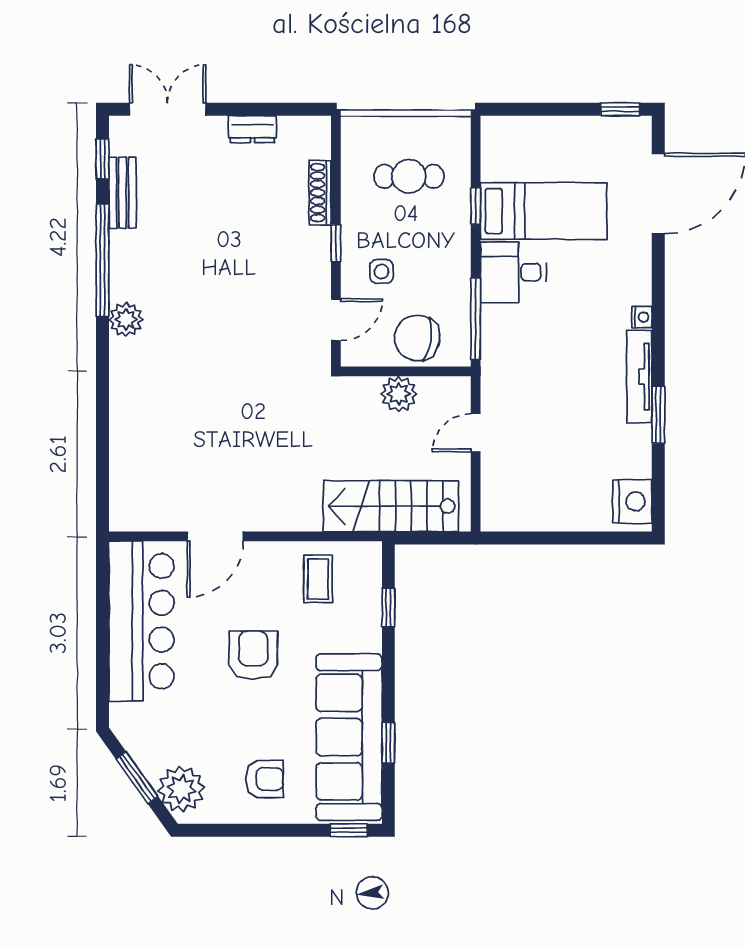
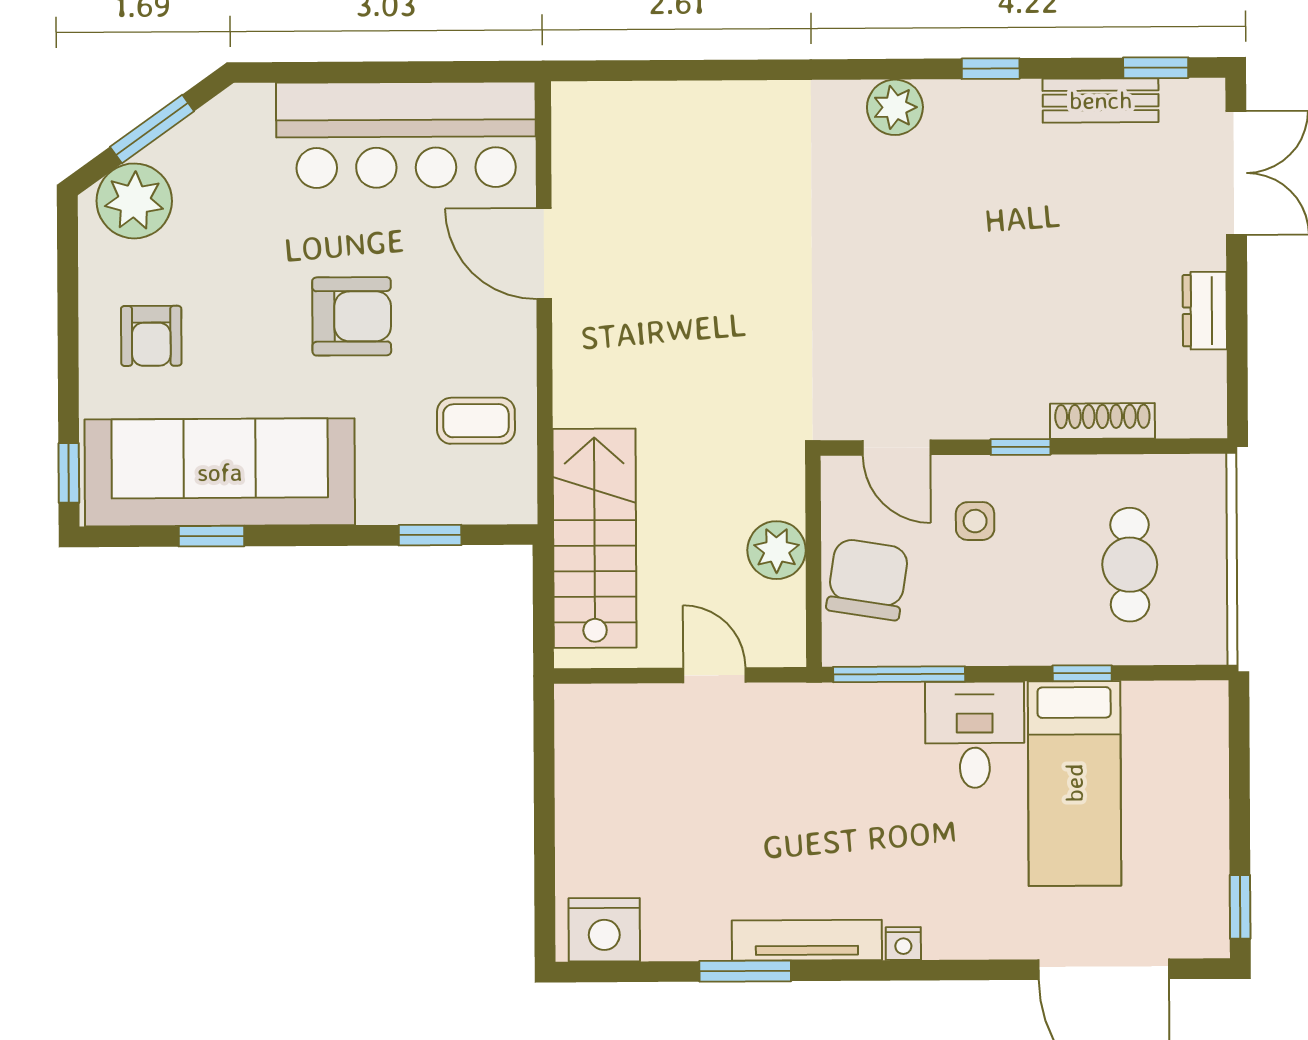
window: (103, 260) -> (991, 69), width x0.32

